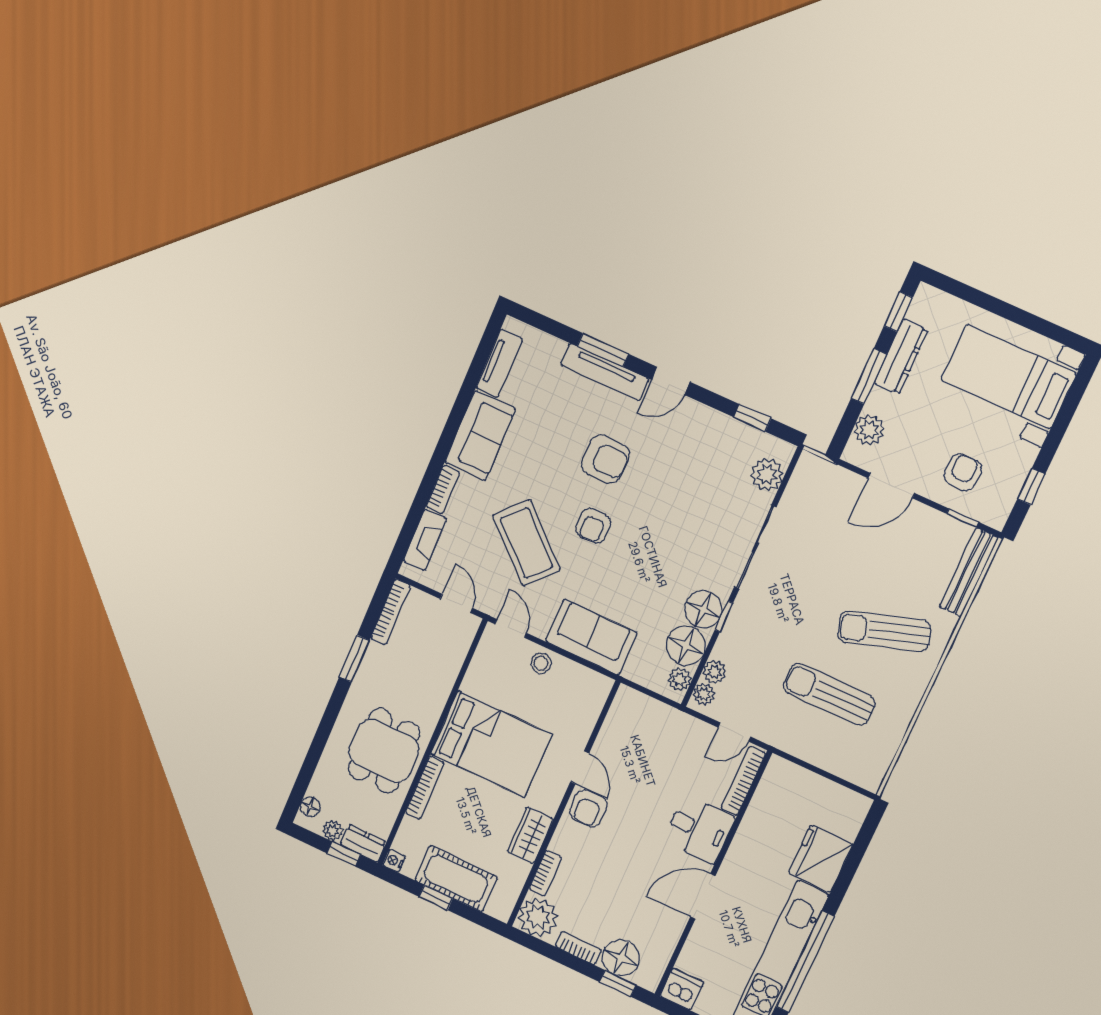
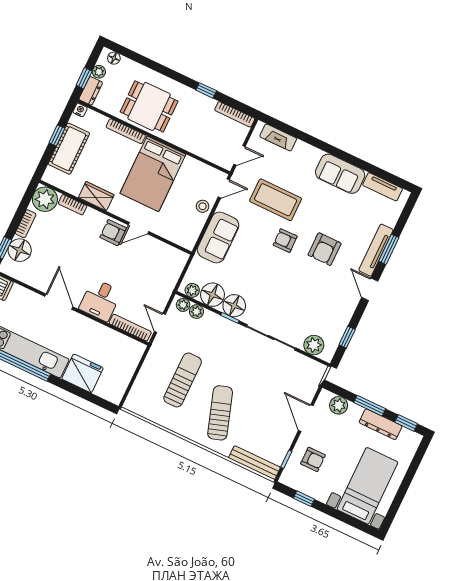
bookcase: (443, 489) -> (308, 150), removed
coffee table: (526, 543) -> (276, 200), turned 47
window: (354, 659) -> (206, 90), width x0.67

